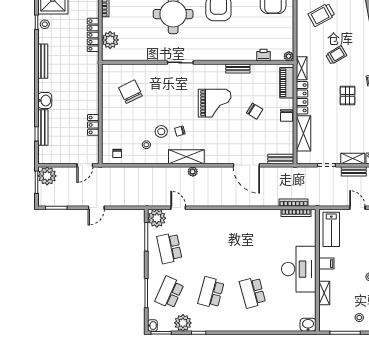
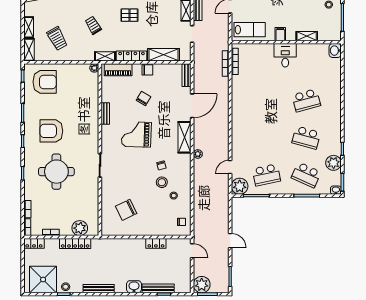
printer: (264, 55) -> (93, 90), removed
grand piano: (215, 103) -> (136, 134), turned -88
shelving: (186, 157) -> (184, 137), moved
desk: (299, 269) -> (285, 55), width x0.53, depth x0.77

